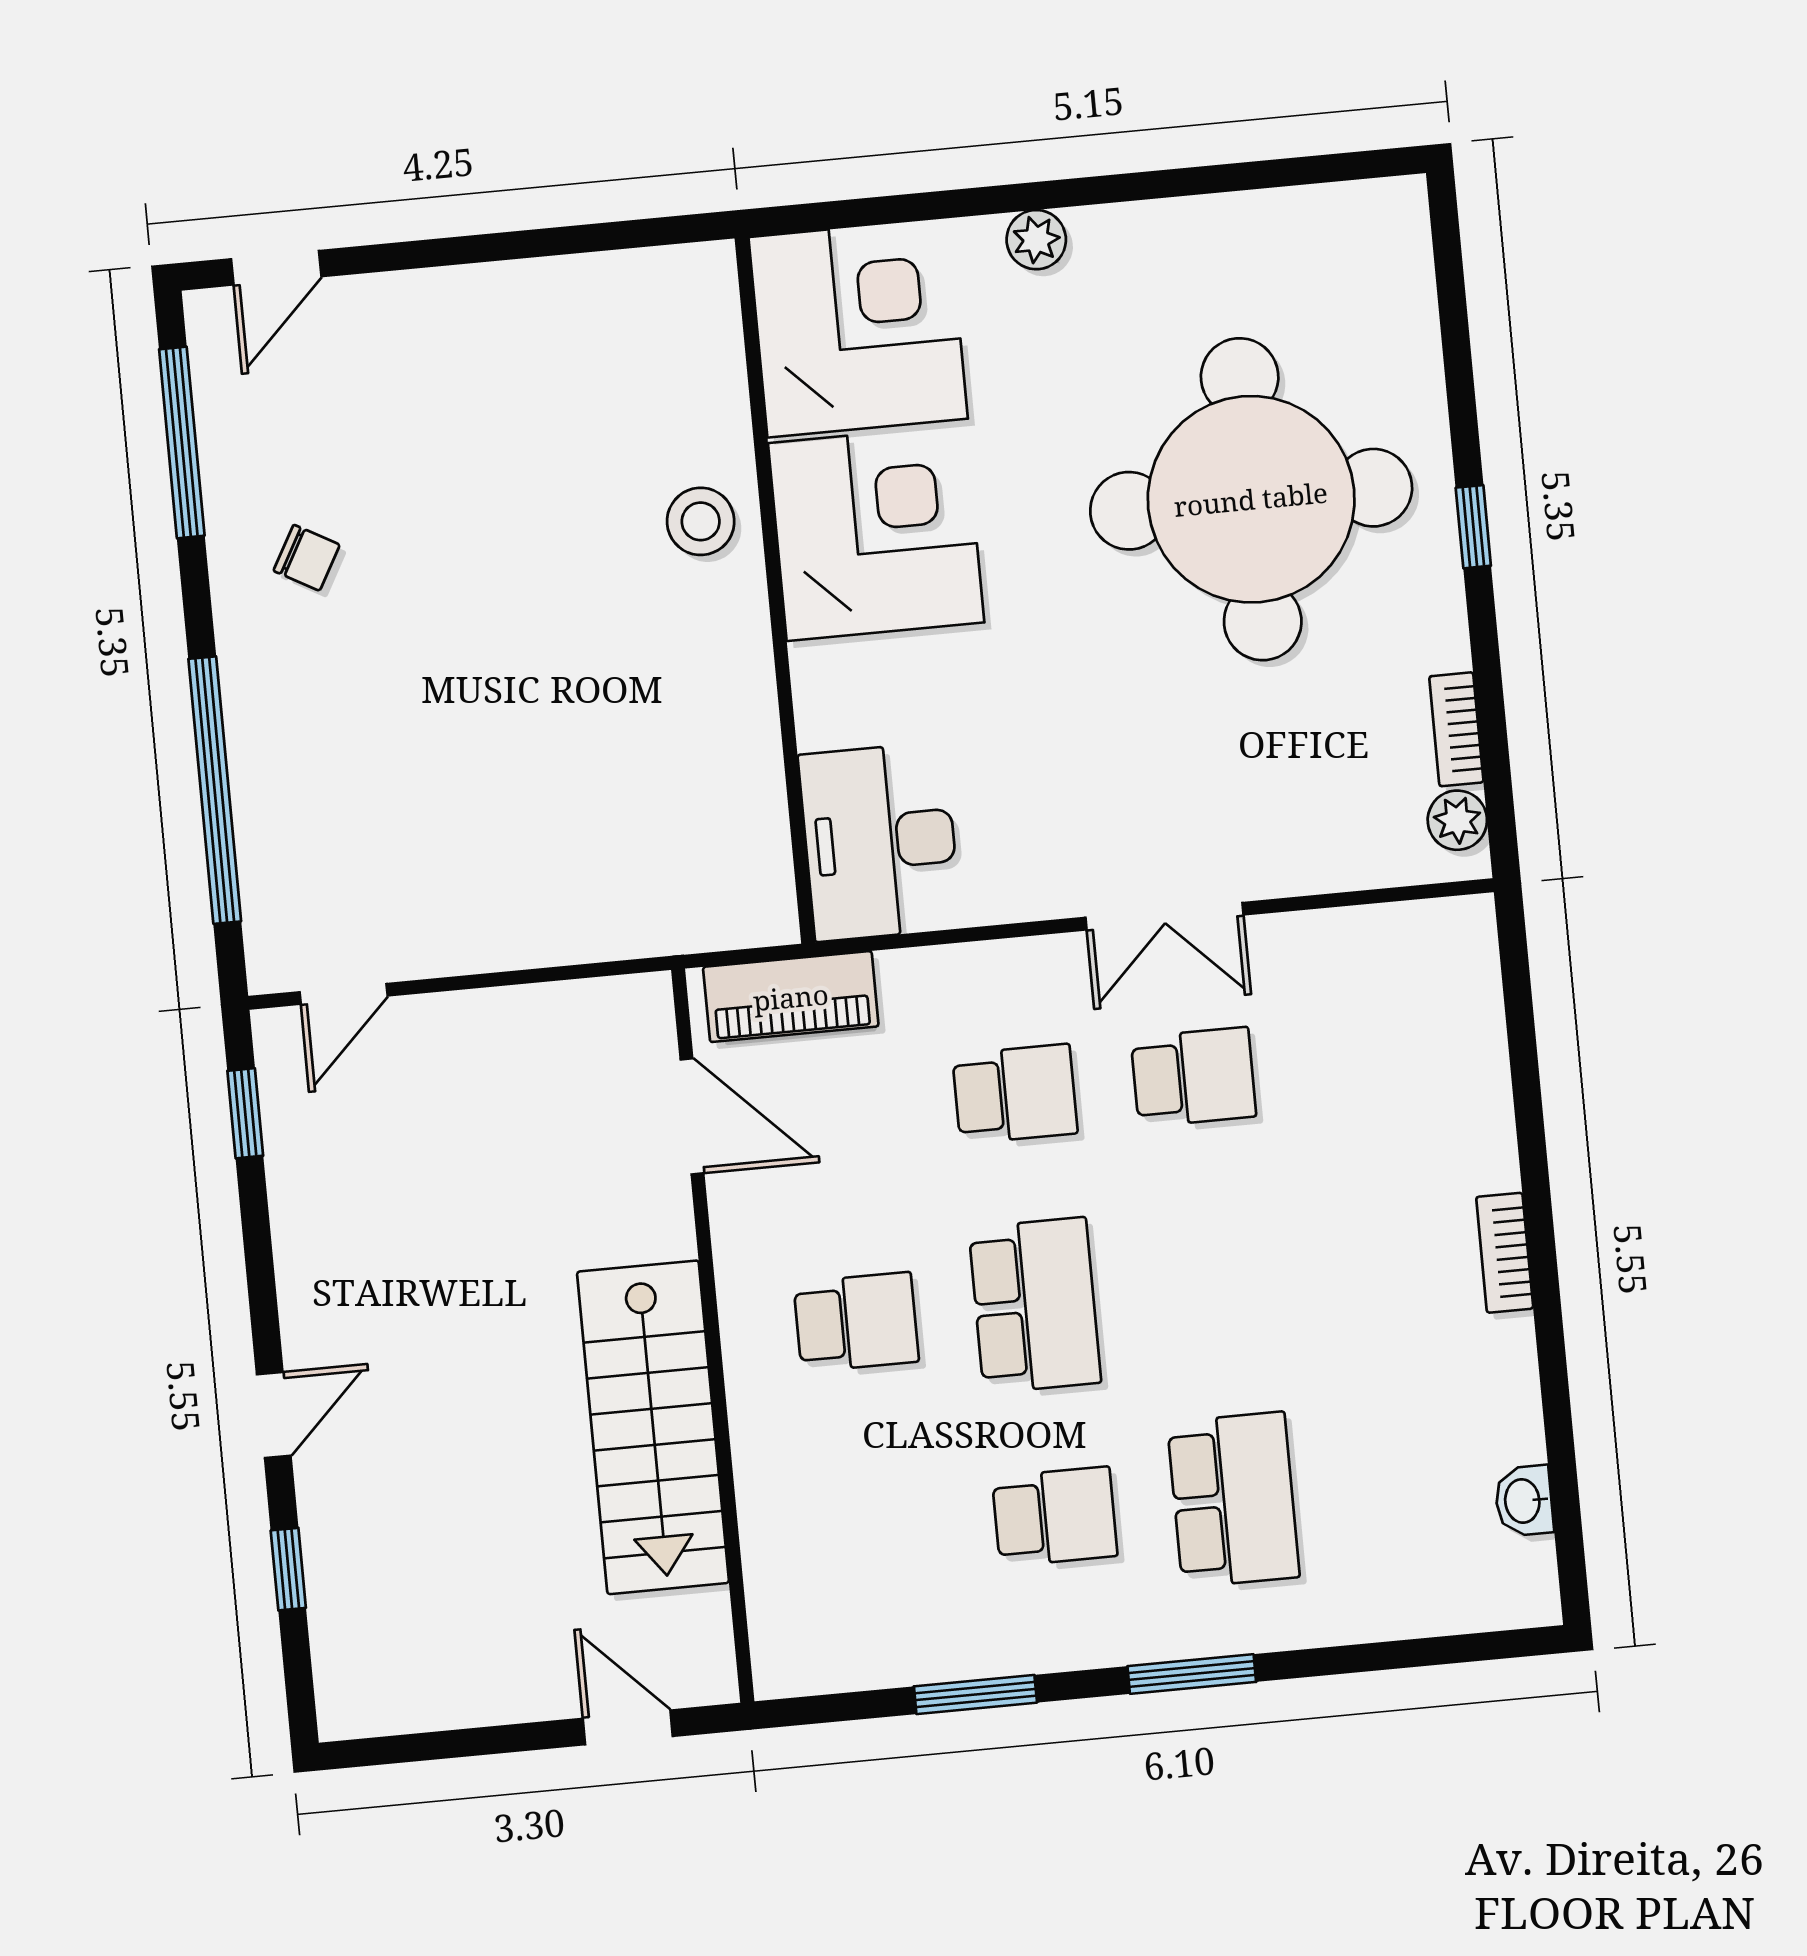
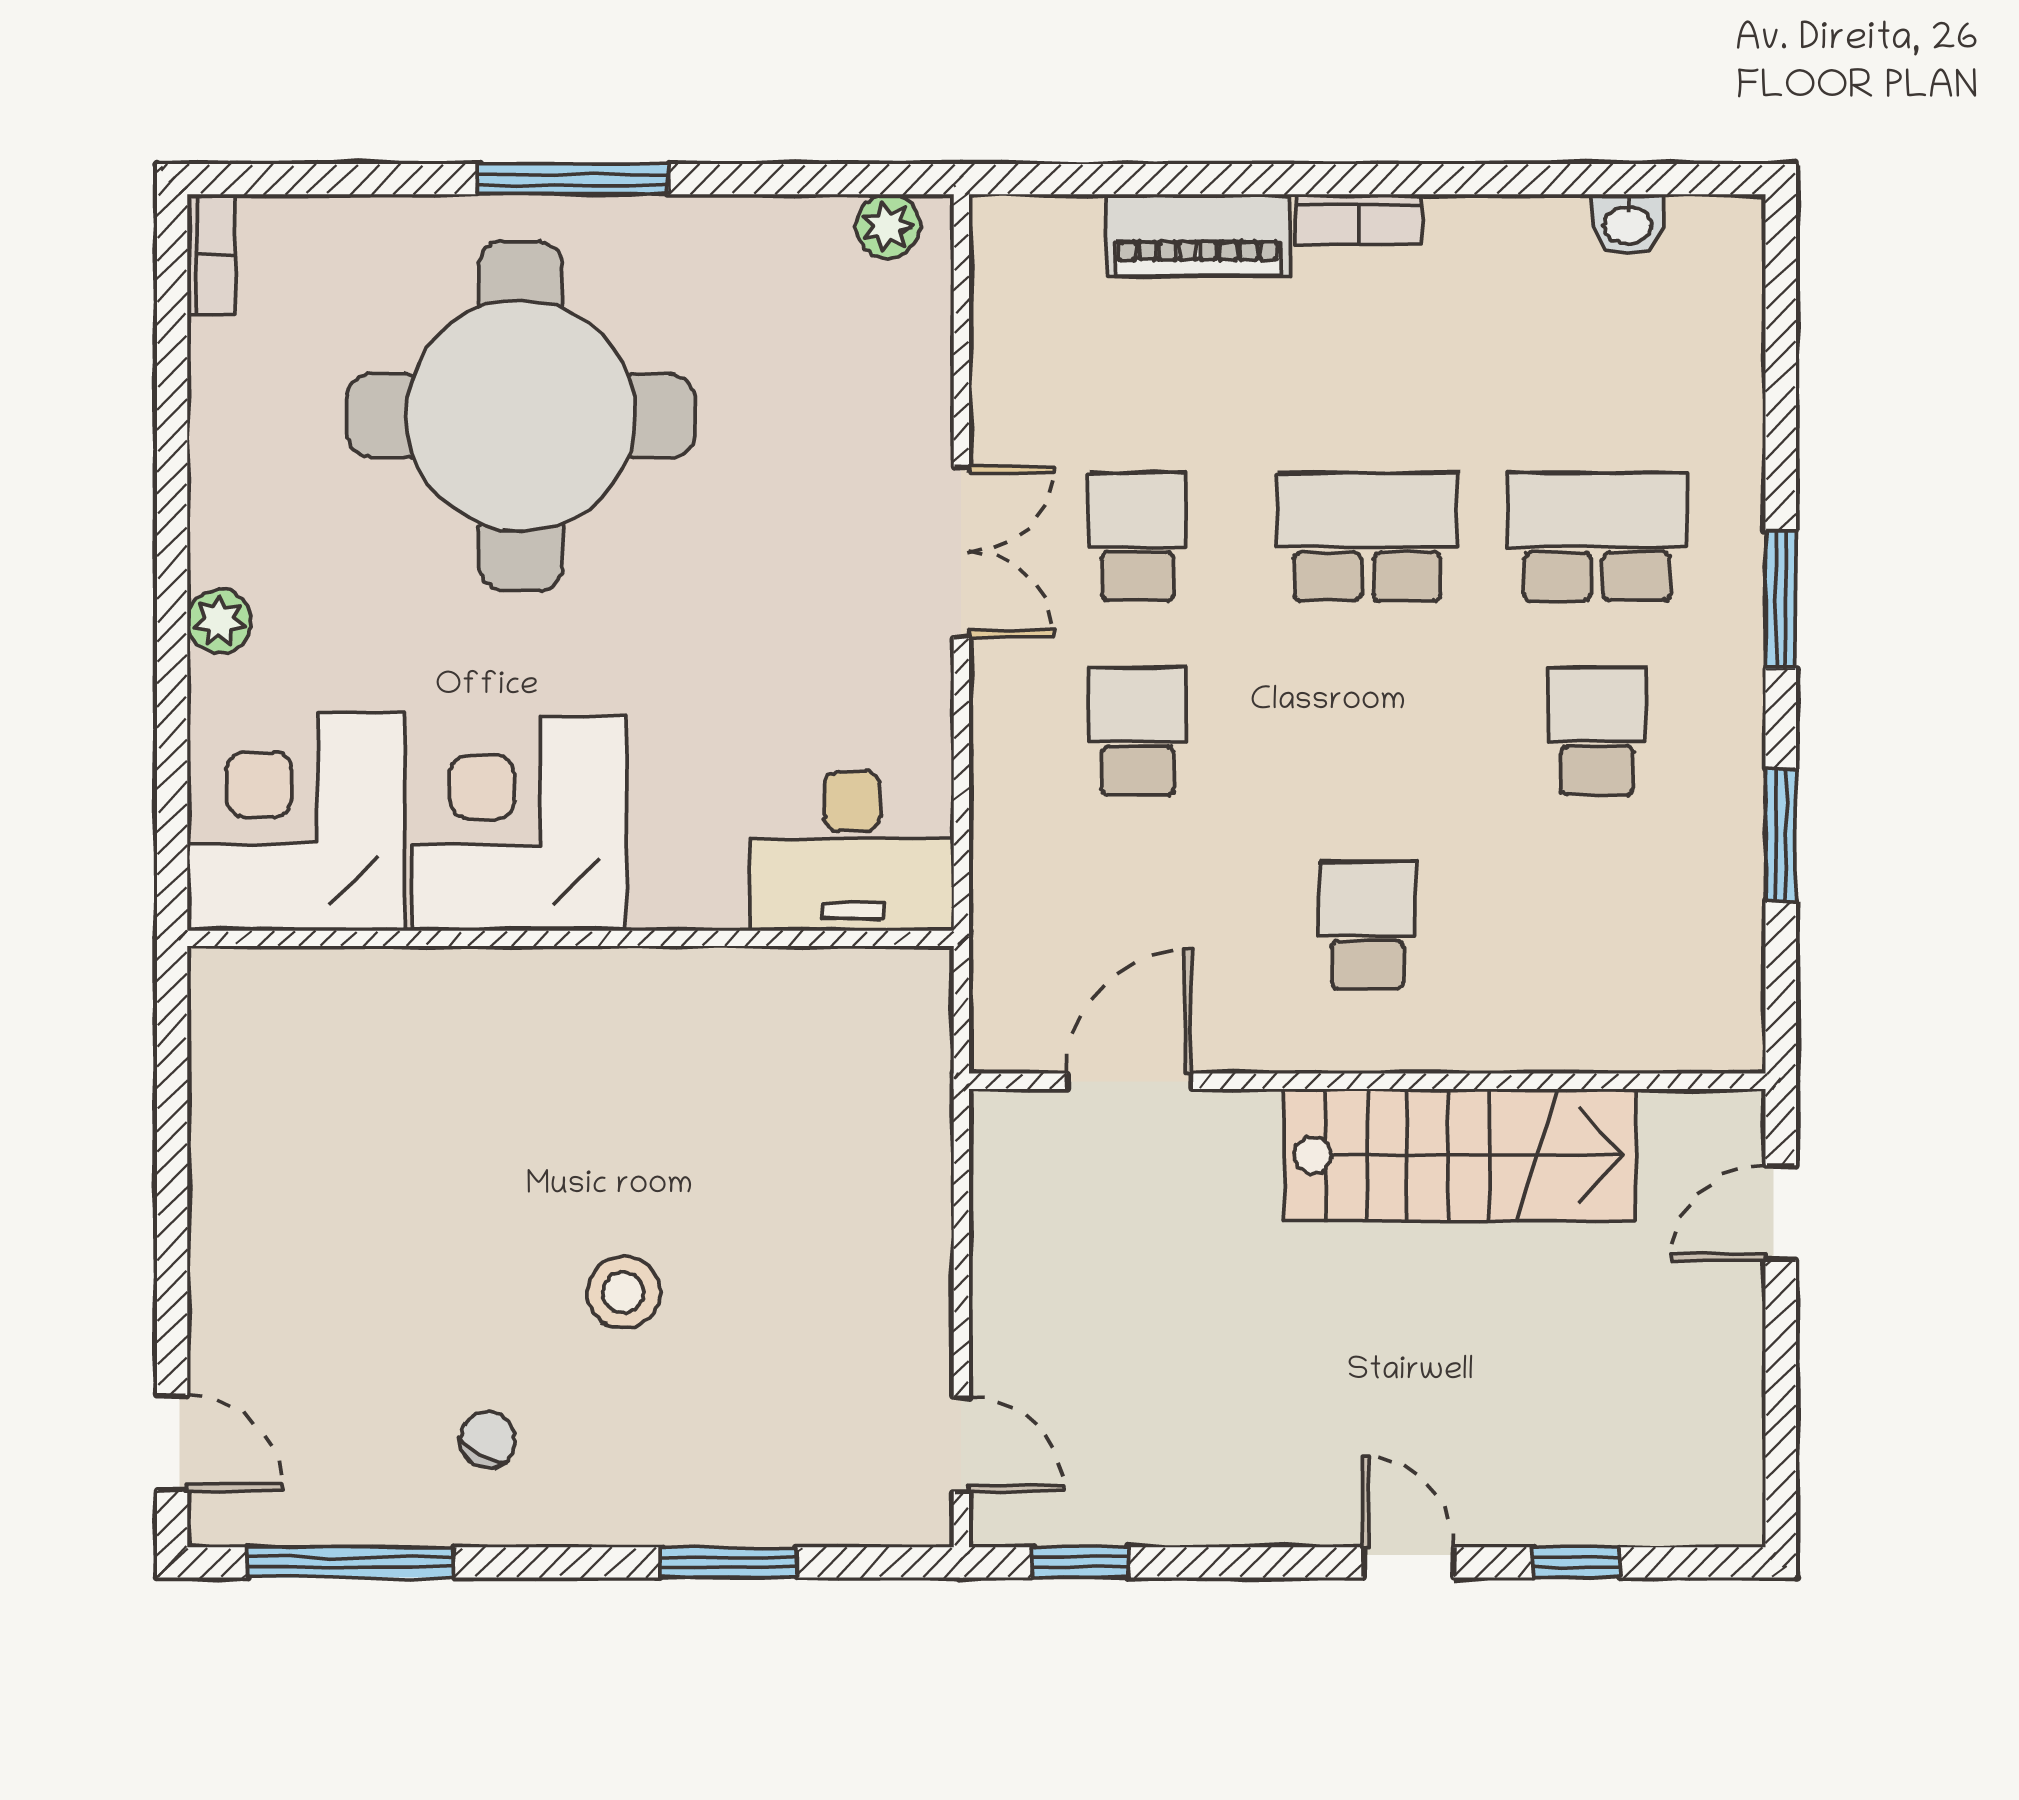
stool: (701, 521) -> (624, 1292), moved
window: (1473, 527) -> (573, 179), width x2.17
bookcase: (1456, 729) -> (211, 254), moved, turned -90
window: (215, 790) -> (729, 1562), width x0.47
piano: (791, 997) -> (1198, 235), moved, turned 90
school desk: (1035, 1305) -> (1367, 537), moved

